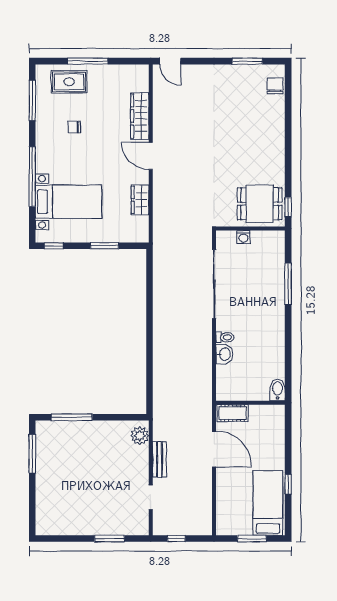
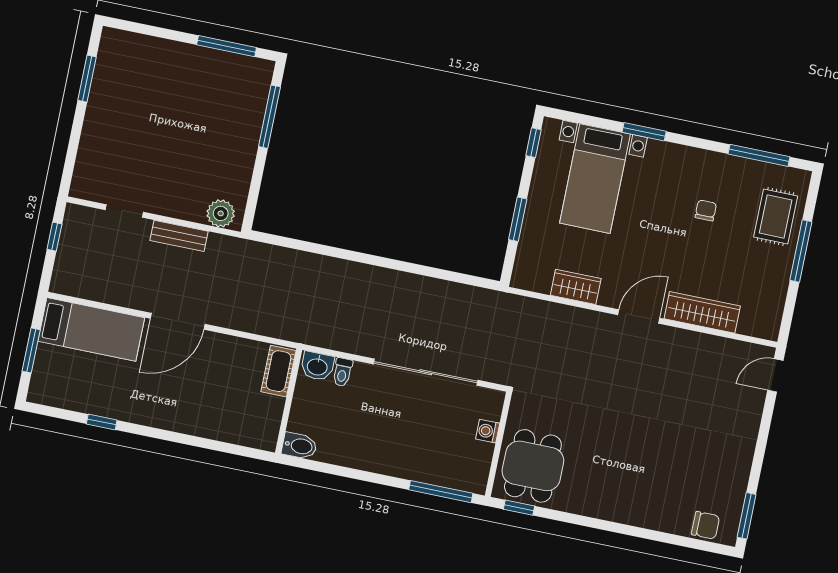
window: (247, 61) -> (747, 516), moved
window: (32, 177) -> (644, 132), width x0.47
window: (288, 284) -> (441, 492), moved
bidet: (277, 390) -> (299, 446), moved
wall: (250, 403) -> (289, 401), moved
cot: (233, 413) -> (279, 371), moved
bed: (268, 503) -> (91, 329), moved
window: (110, 539) -> (87, 79), moved

